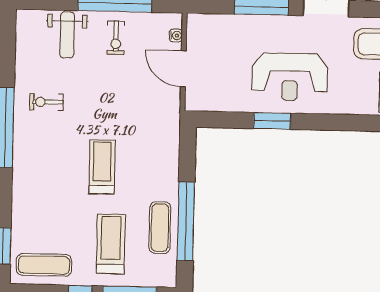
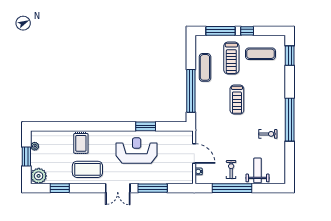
window: (186, 221) -> (191, 91), moved
exercise mat: (44, 265) -> (260, 54), moved

